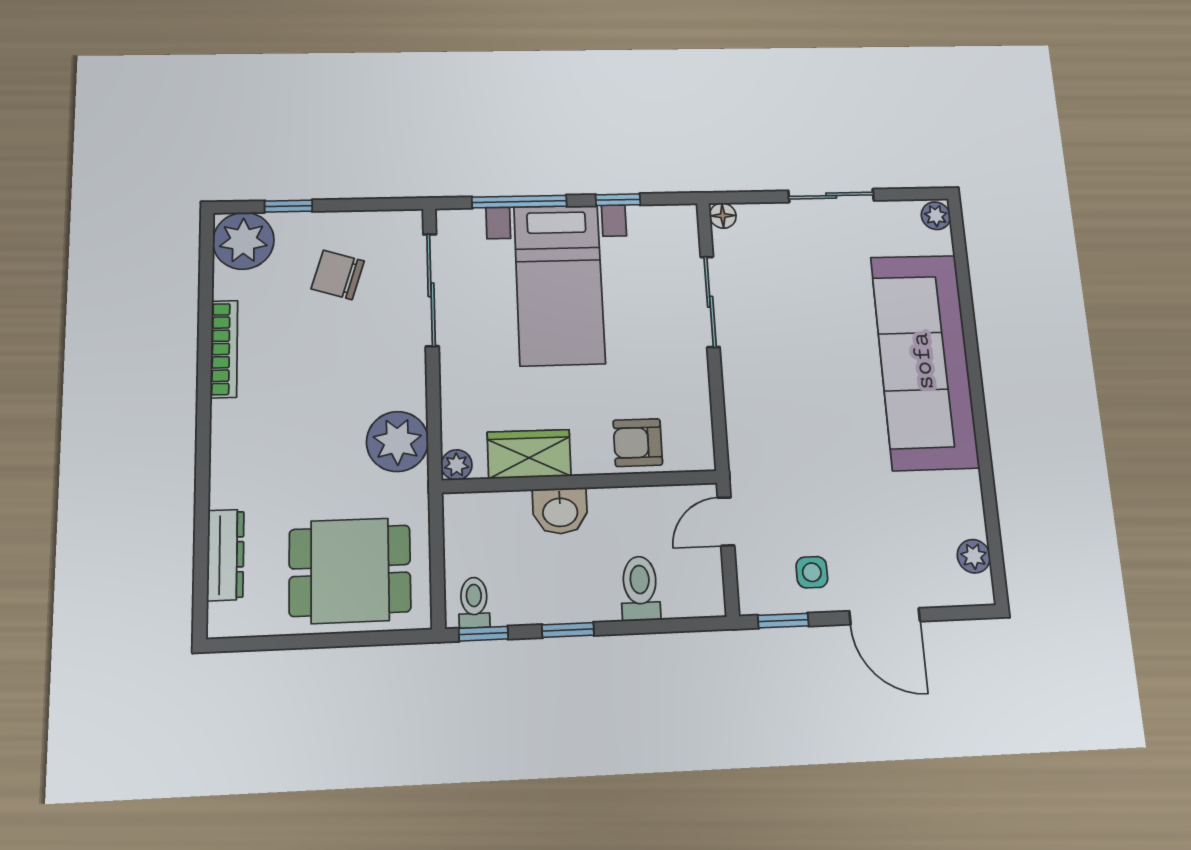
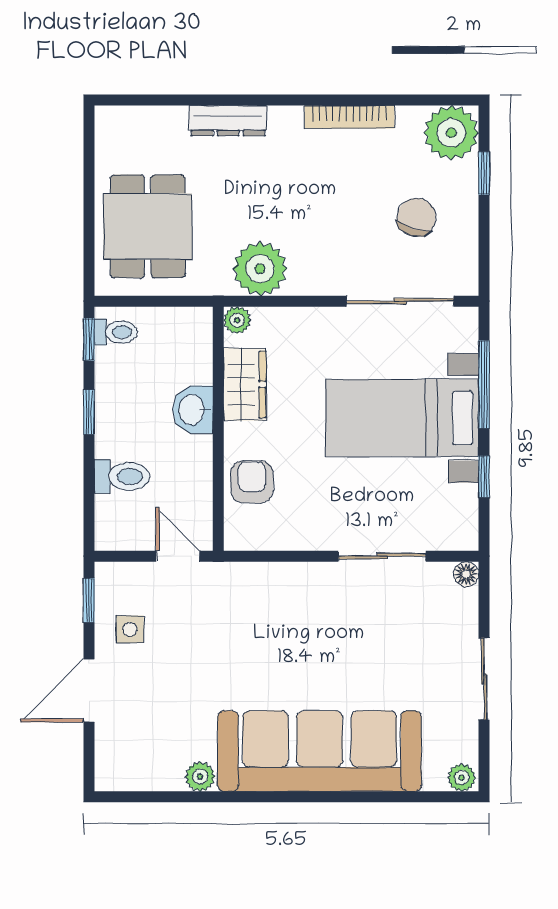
dresser: (225, 555) -> (228, 121), moved
plant: (974, 556) -> (200, 777), moved

